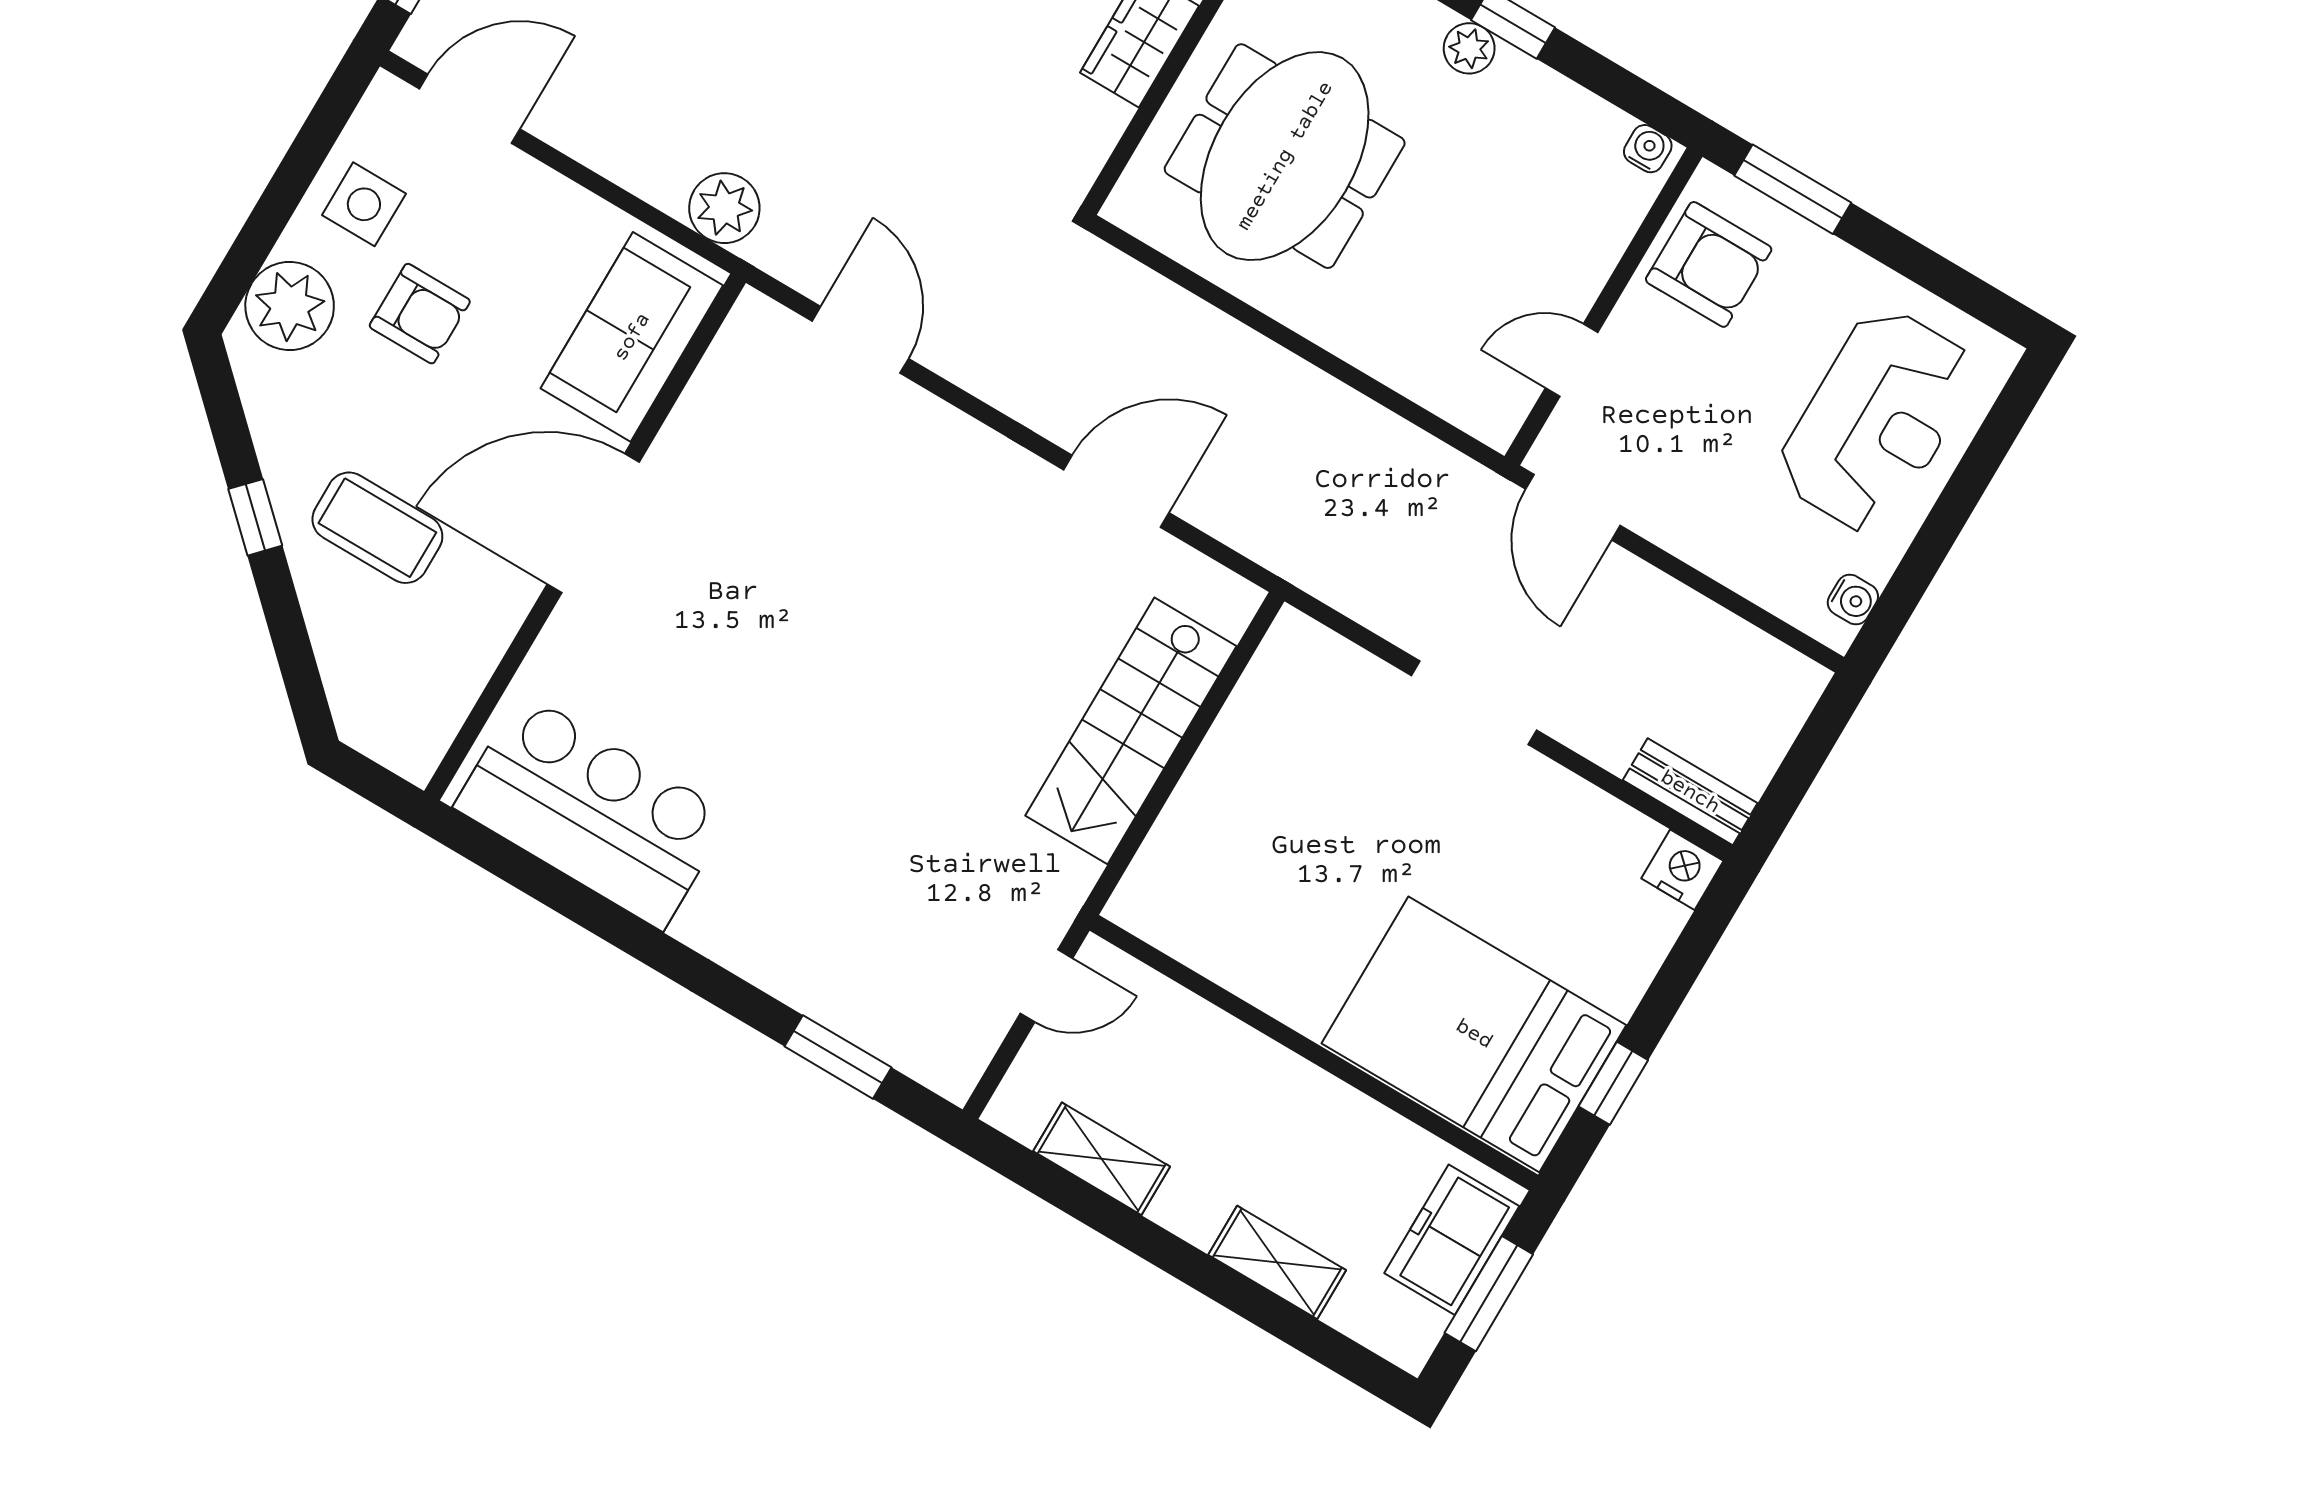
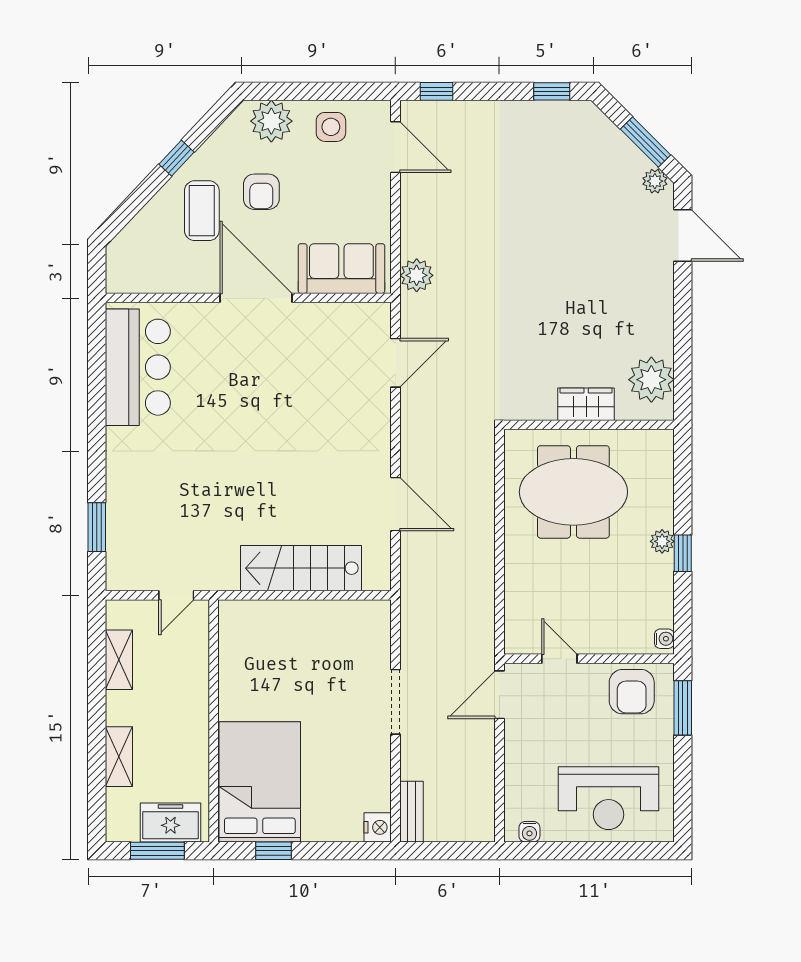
armchair: (420, 314) -> (261, 192), moved
door: (1046, 986) -> (176, 595), hinge flipped

